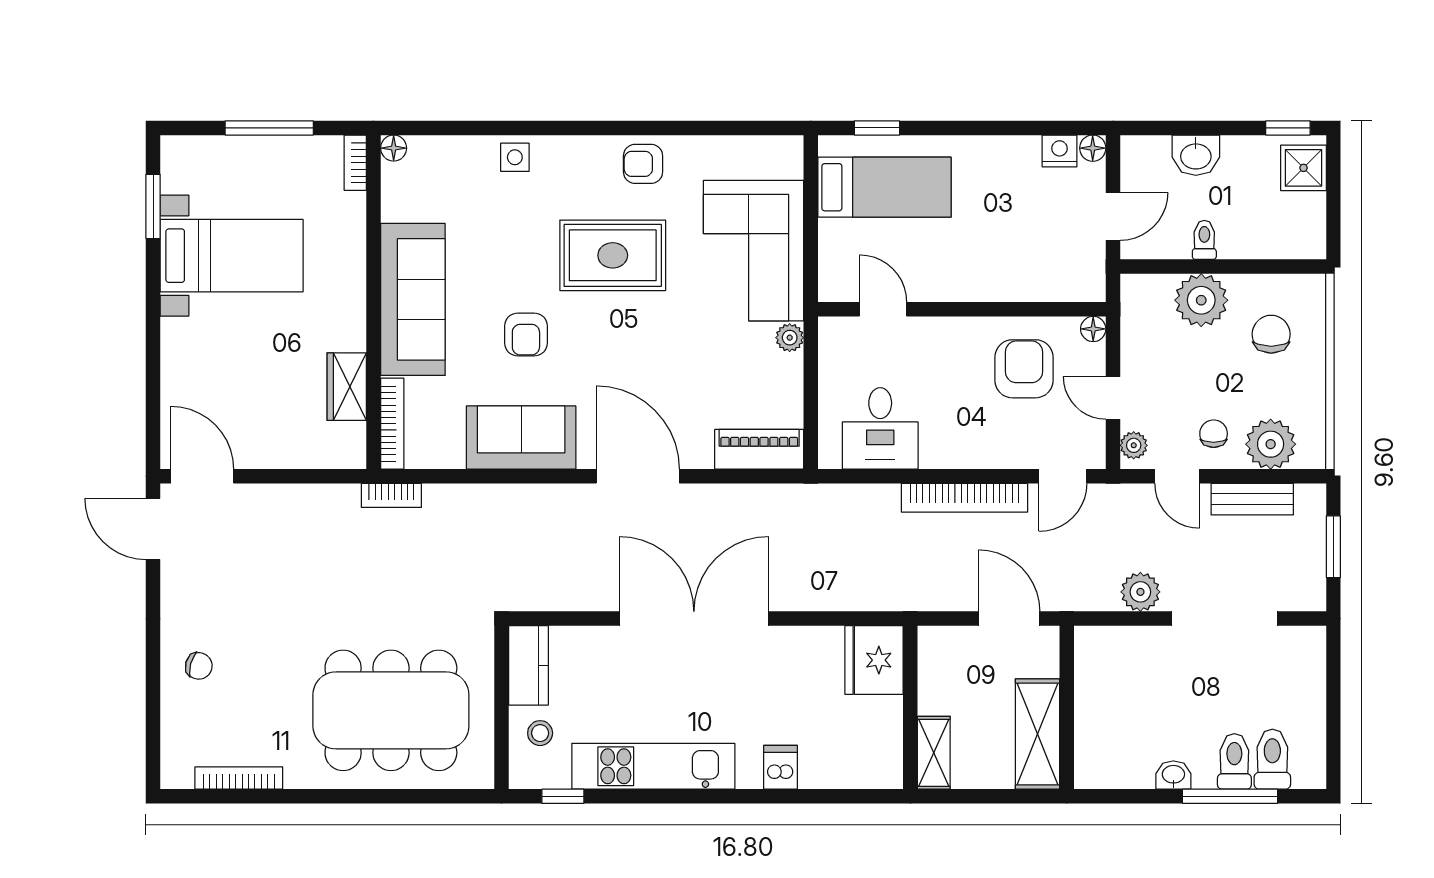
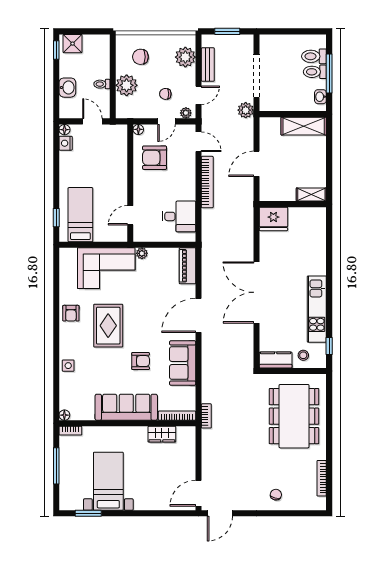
chair: (1214, 434) -> (165, 94), moved
wall: (1067, 707) -> (293, 114), moved
shelving: (1038, 734) -> (304, 126), moved
dishwasher: (780, 767) -> (317, 257), removed

